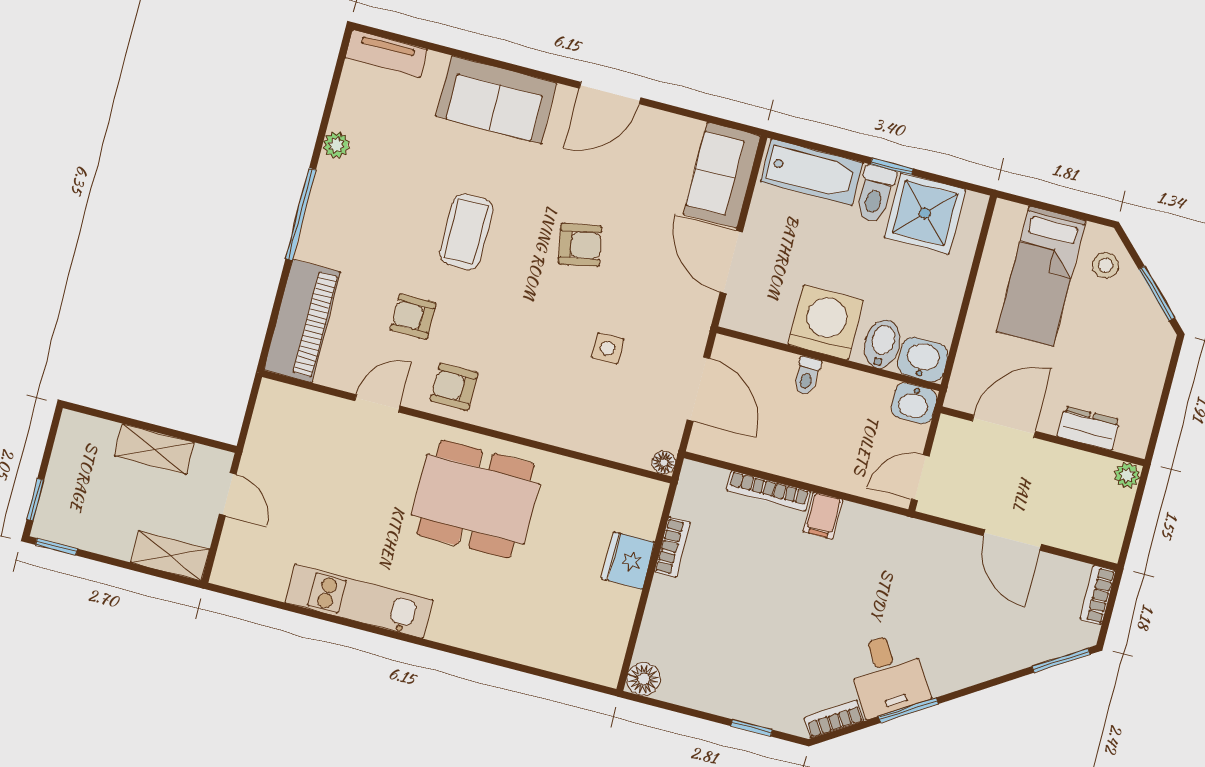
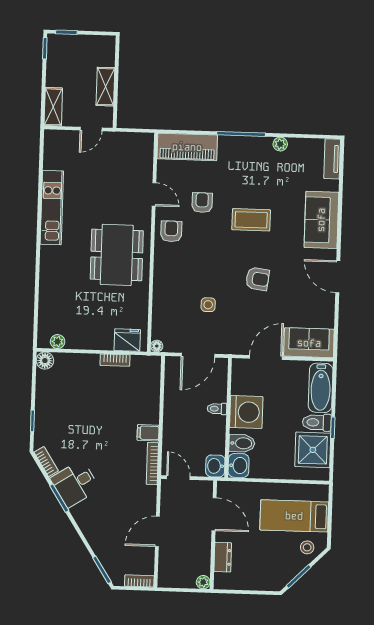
armchair: (580, 245) -> (257, 279), turned -72
bookcase: (768, 491) -> (152, 464), moved
fridge: (628, 560) -> (127, 340), moved
plant: (613, 647) -> (58, 342), added

